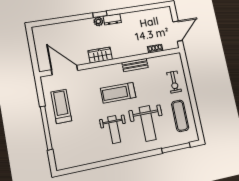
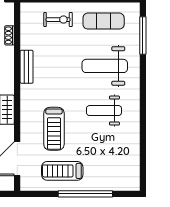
treadmill: (118, 93) -> (54, 129), moved
weight bench: (148, 123) -> (105, 66), turned 180
weight bench: (114, 130) -> (104, 111), turned 180

